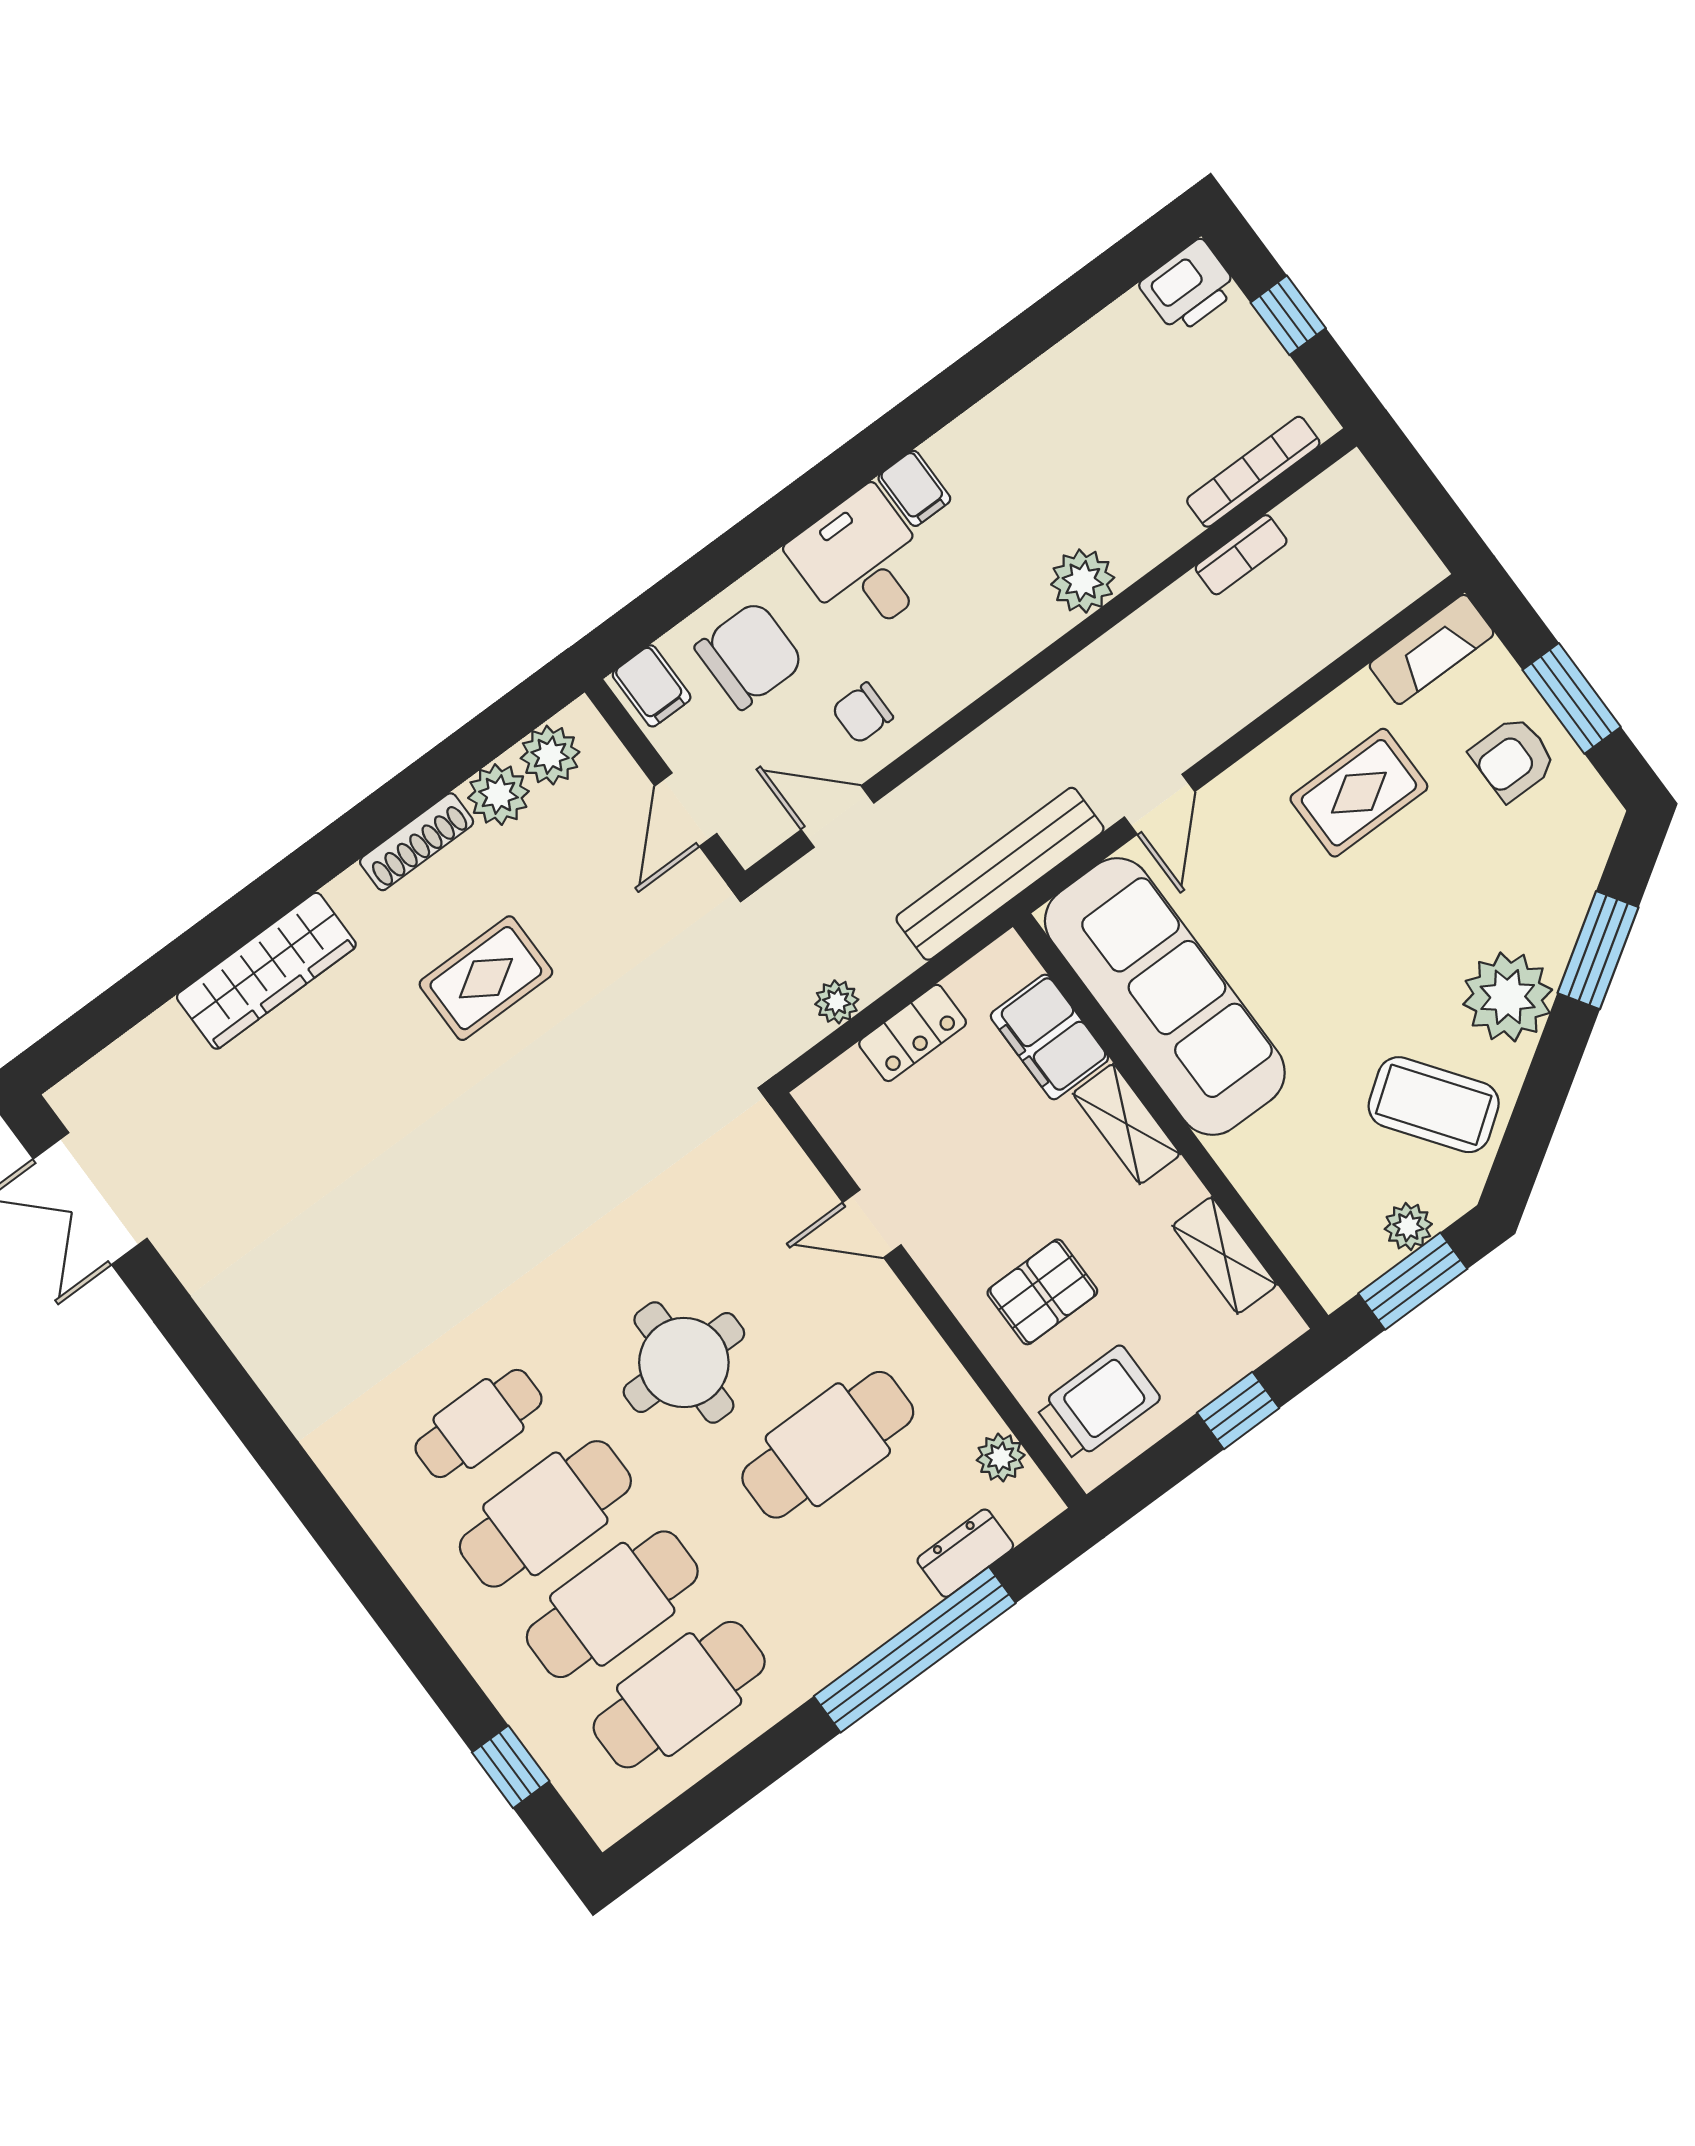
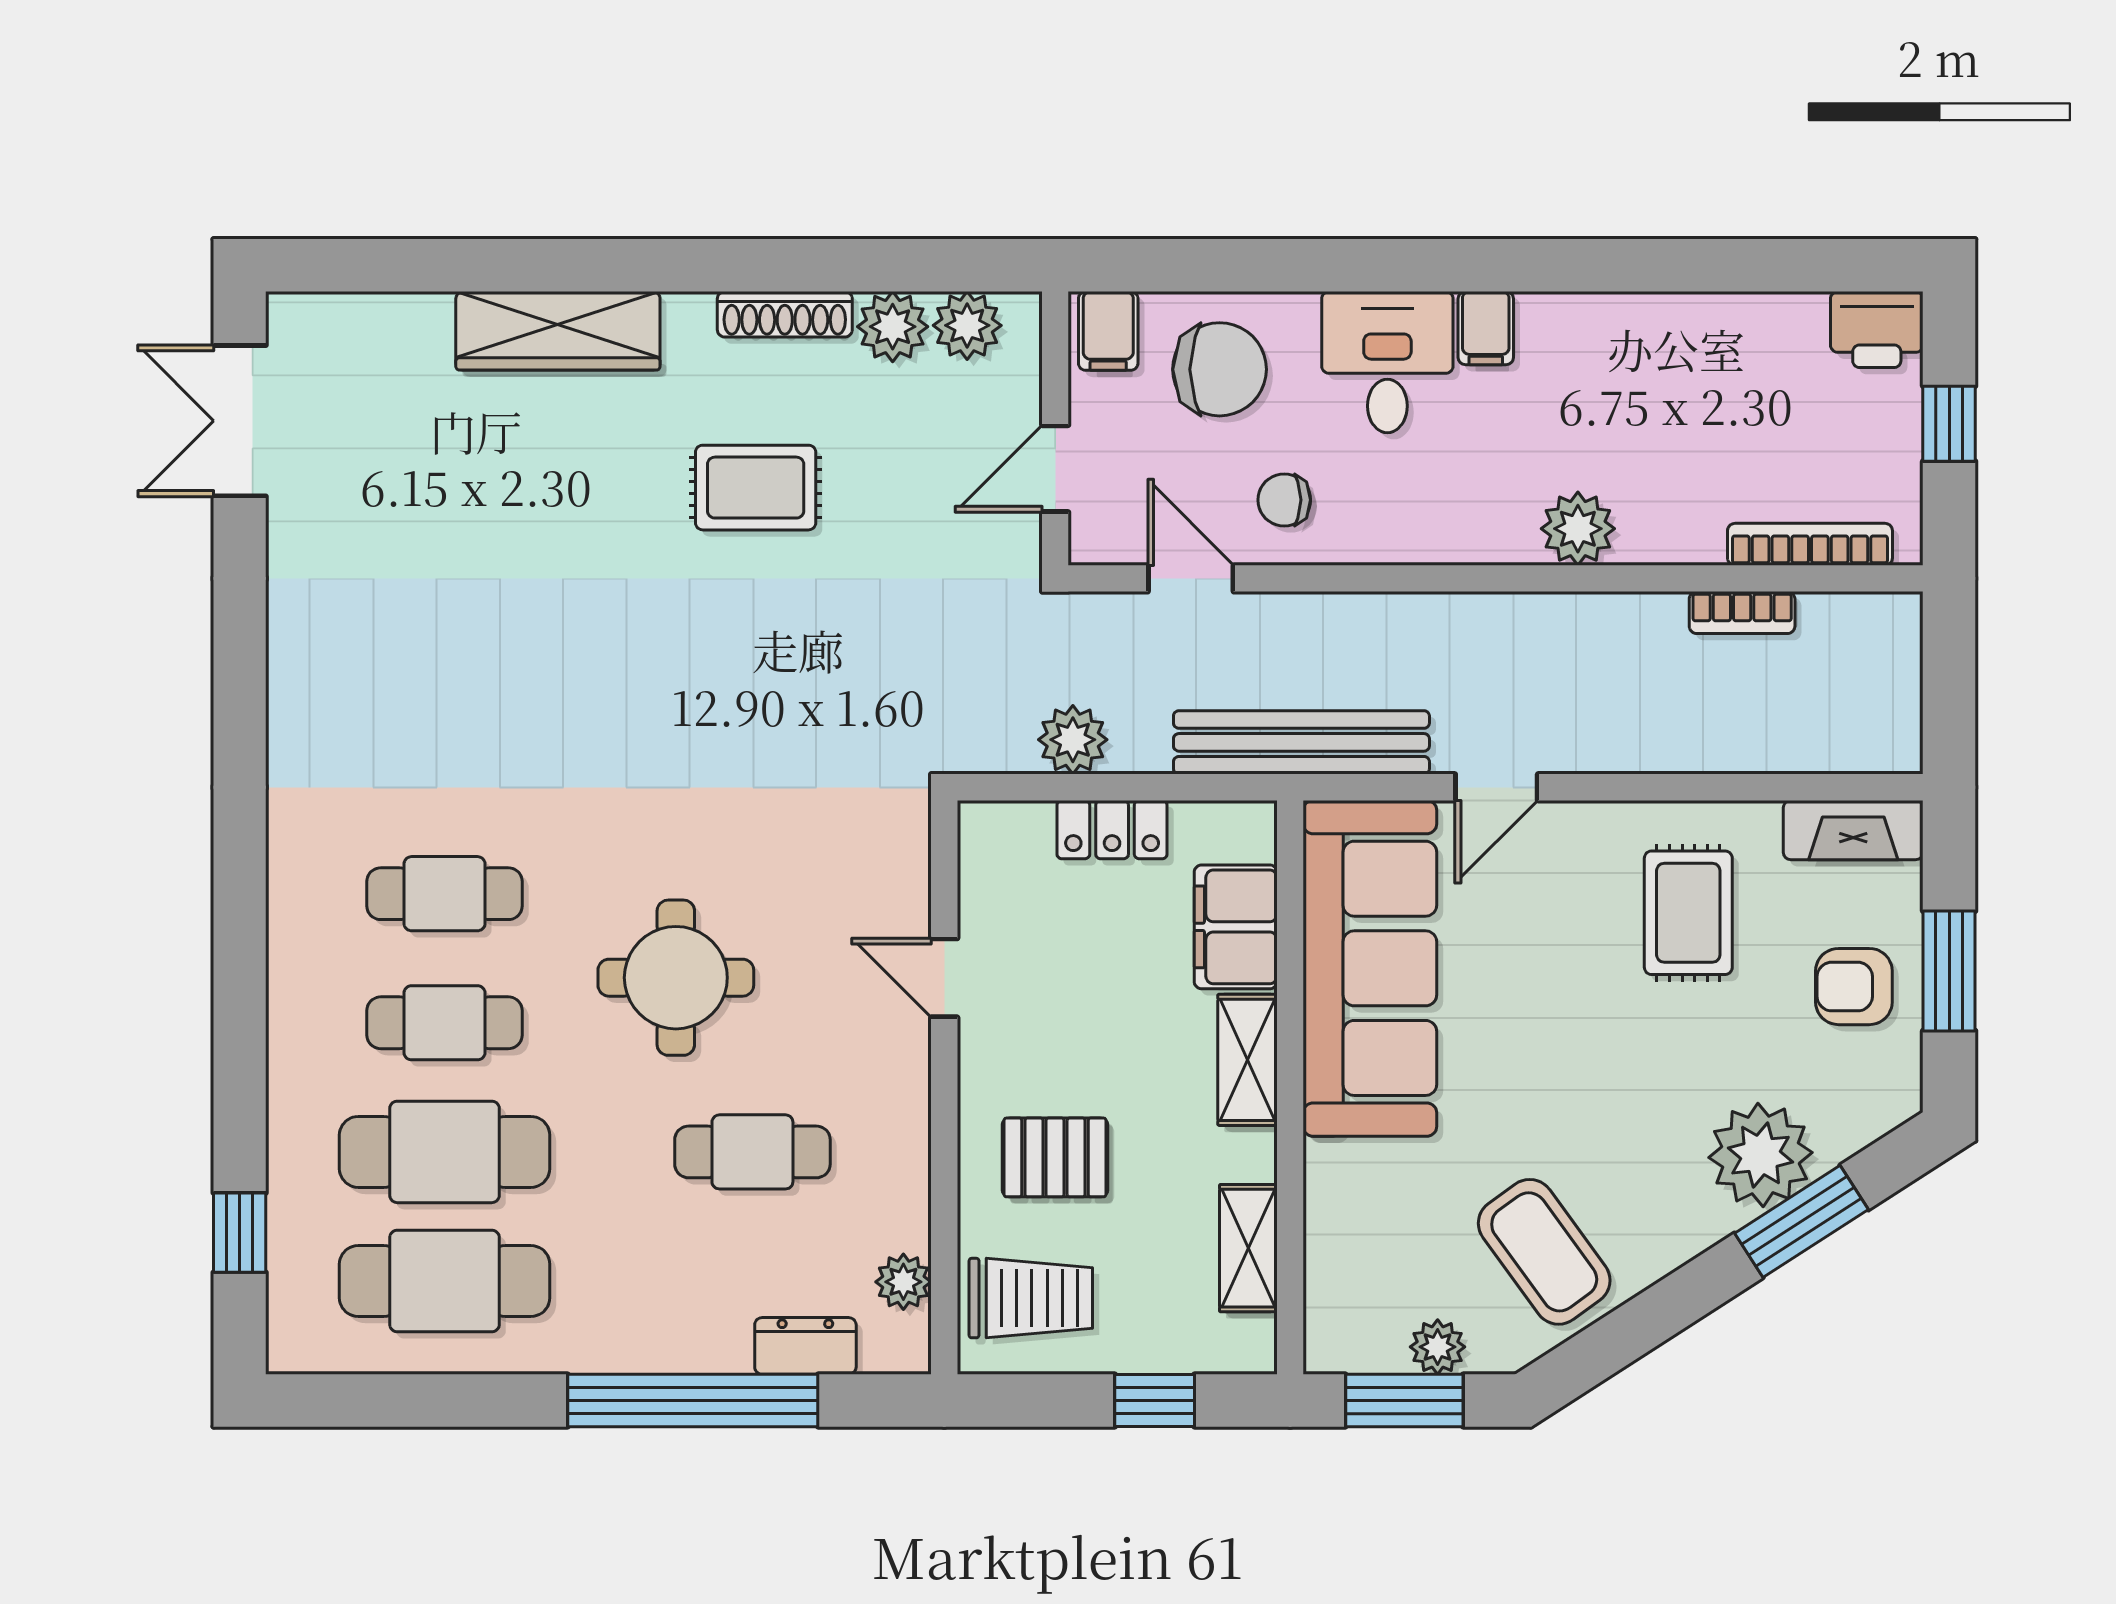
rug: (1359, 793) -> (1688, 913), turned 90
plant: (1508, 997) -> (1761, 1155), moved
plant: (837, 1002) -> (1073, 740), width x1.38, depth x1.38
cafe table: (828, 1445) -> (752, 1152), width x0.73, depth x0.74
cafe table: (545, 1514) -> (445, 1023), width x0.73, depth x0.74

